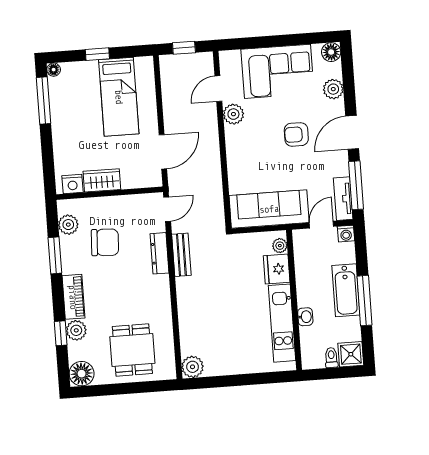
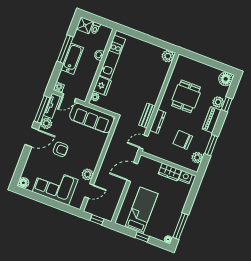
plant: (333, 89) -> (46, 123), moved
dining table: (132, 350) -> (186, 96), moved

